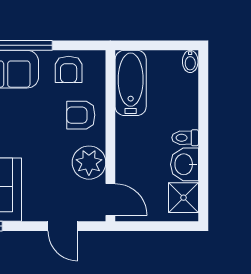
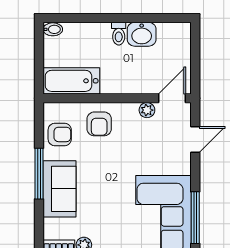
plant: (89, 163) -> (147, 110), width x0.53, depth x0.53
shower: (184, 198) -> (170, 35), removed

